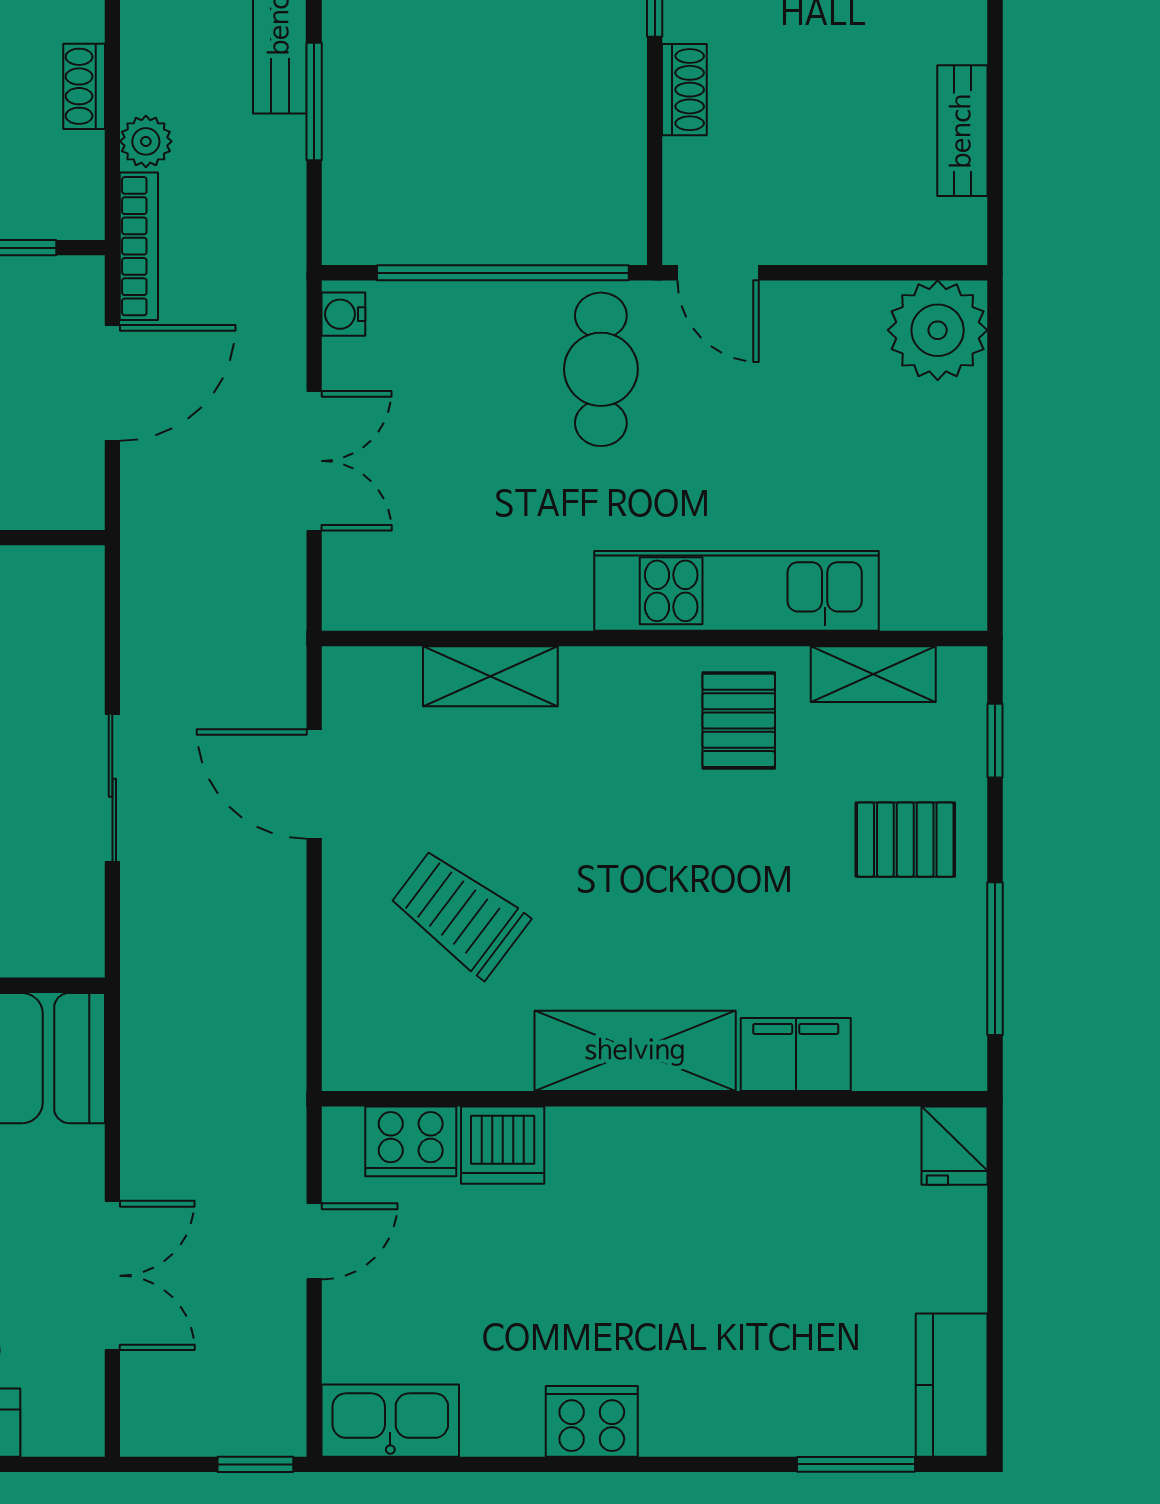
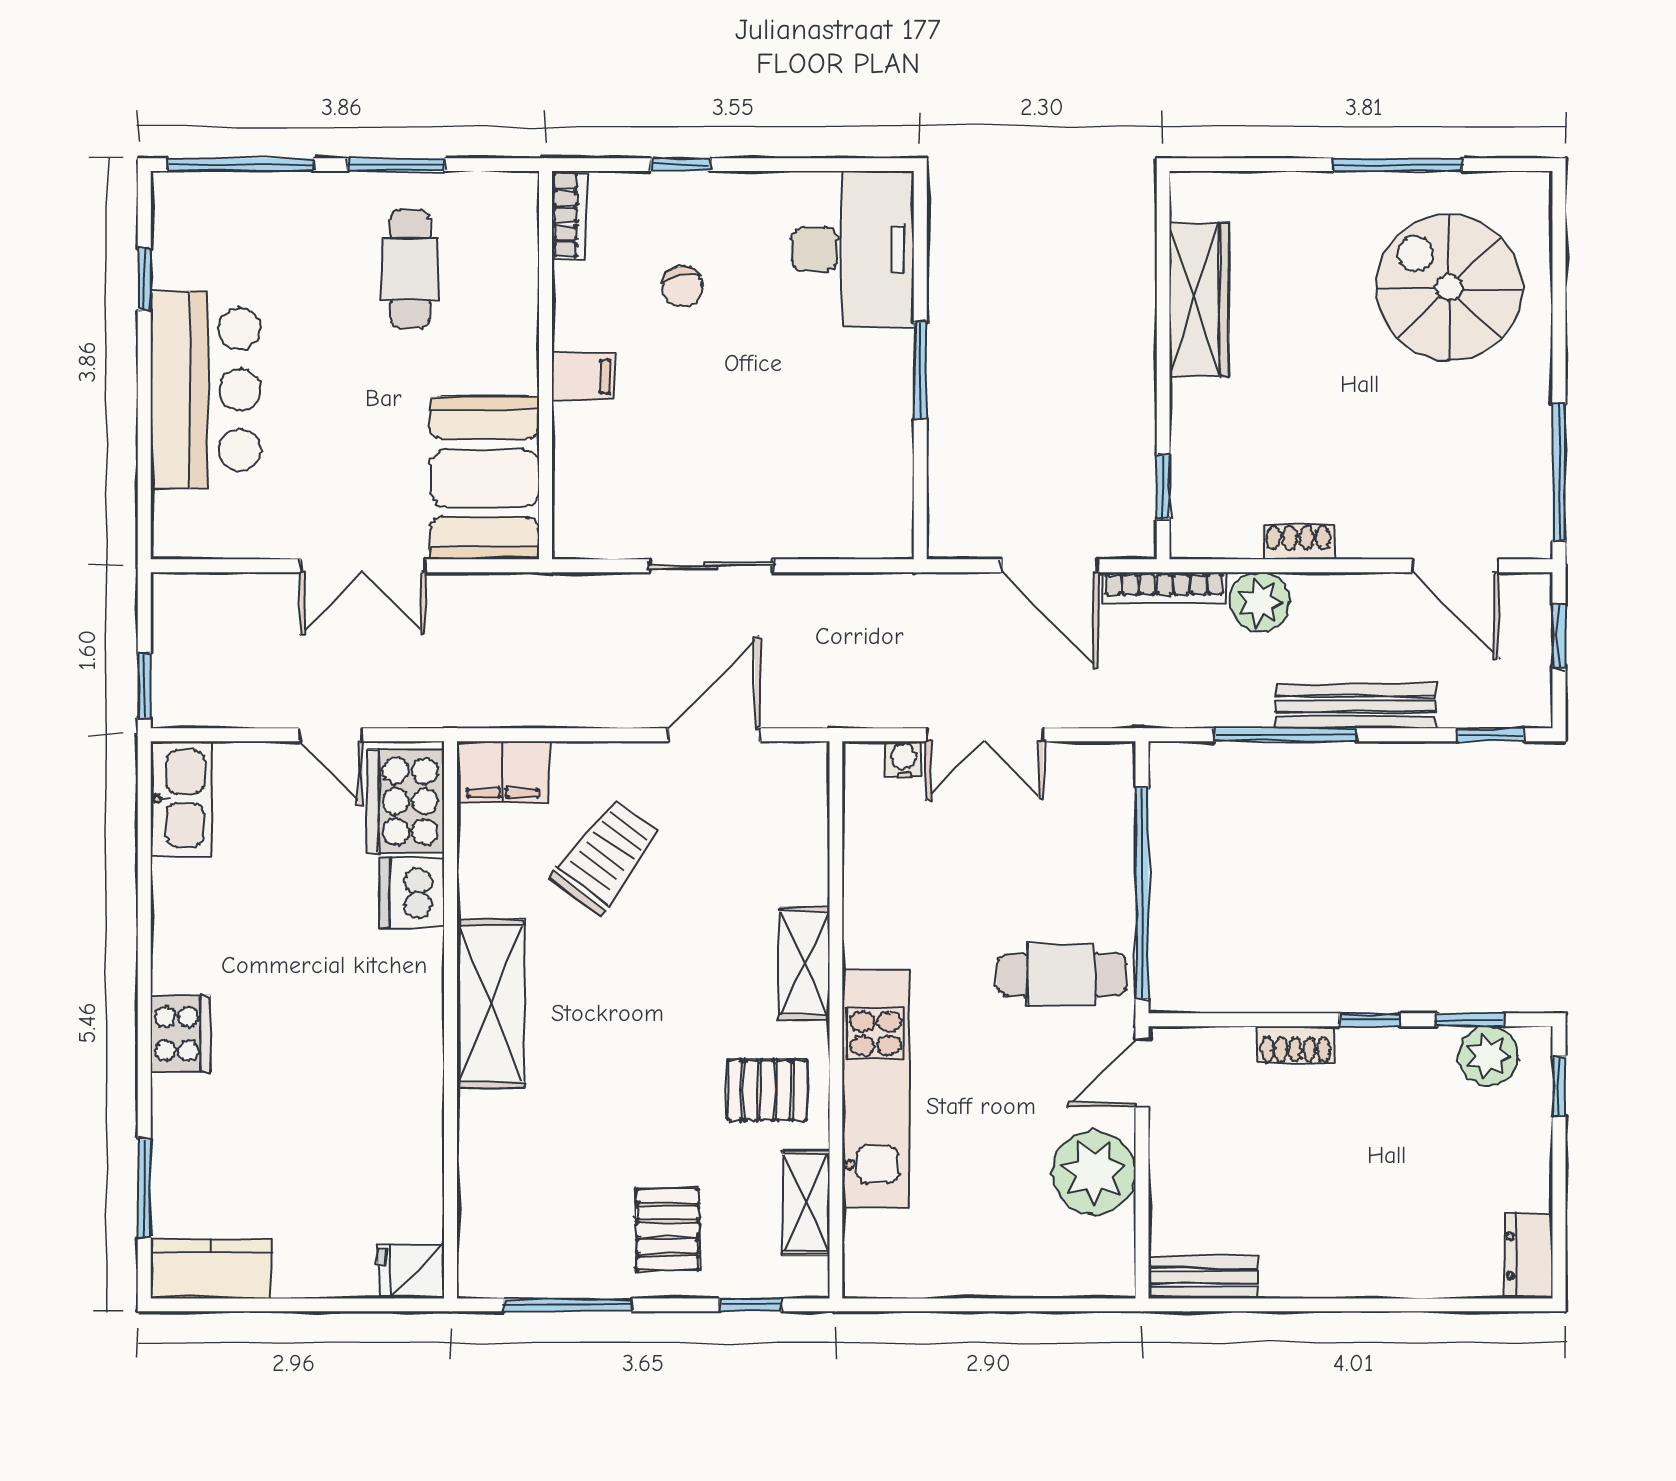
window: (314, 101) -> (1285, 735), width x1.44
bench: (962, 131) -> (1203, 1278), moved
plant: (146, 141) -> (1260, 602), width x1.38, depth x1.38
water cooler: (343, 314) -> (904, 759), moved
plant: (938, 330) -> (1094, 1173), moved
shelving: (490, 676) -> (804, 963), moved
filing cabinet: (796, 1055) -> (503, 772), moved, turned 90
cooker: (411, 1141) -> (406, 801), width x1.37, depth x1.31
double door: (112, 1276) -> (363, 566), moved
cooker: (592, 1421) -> (180, 1033), moved

